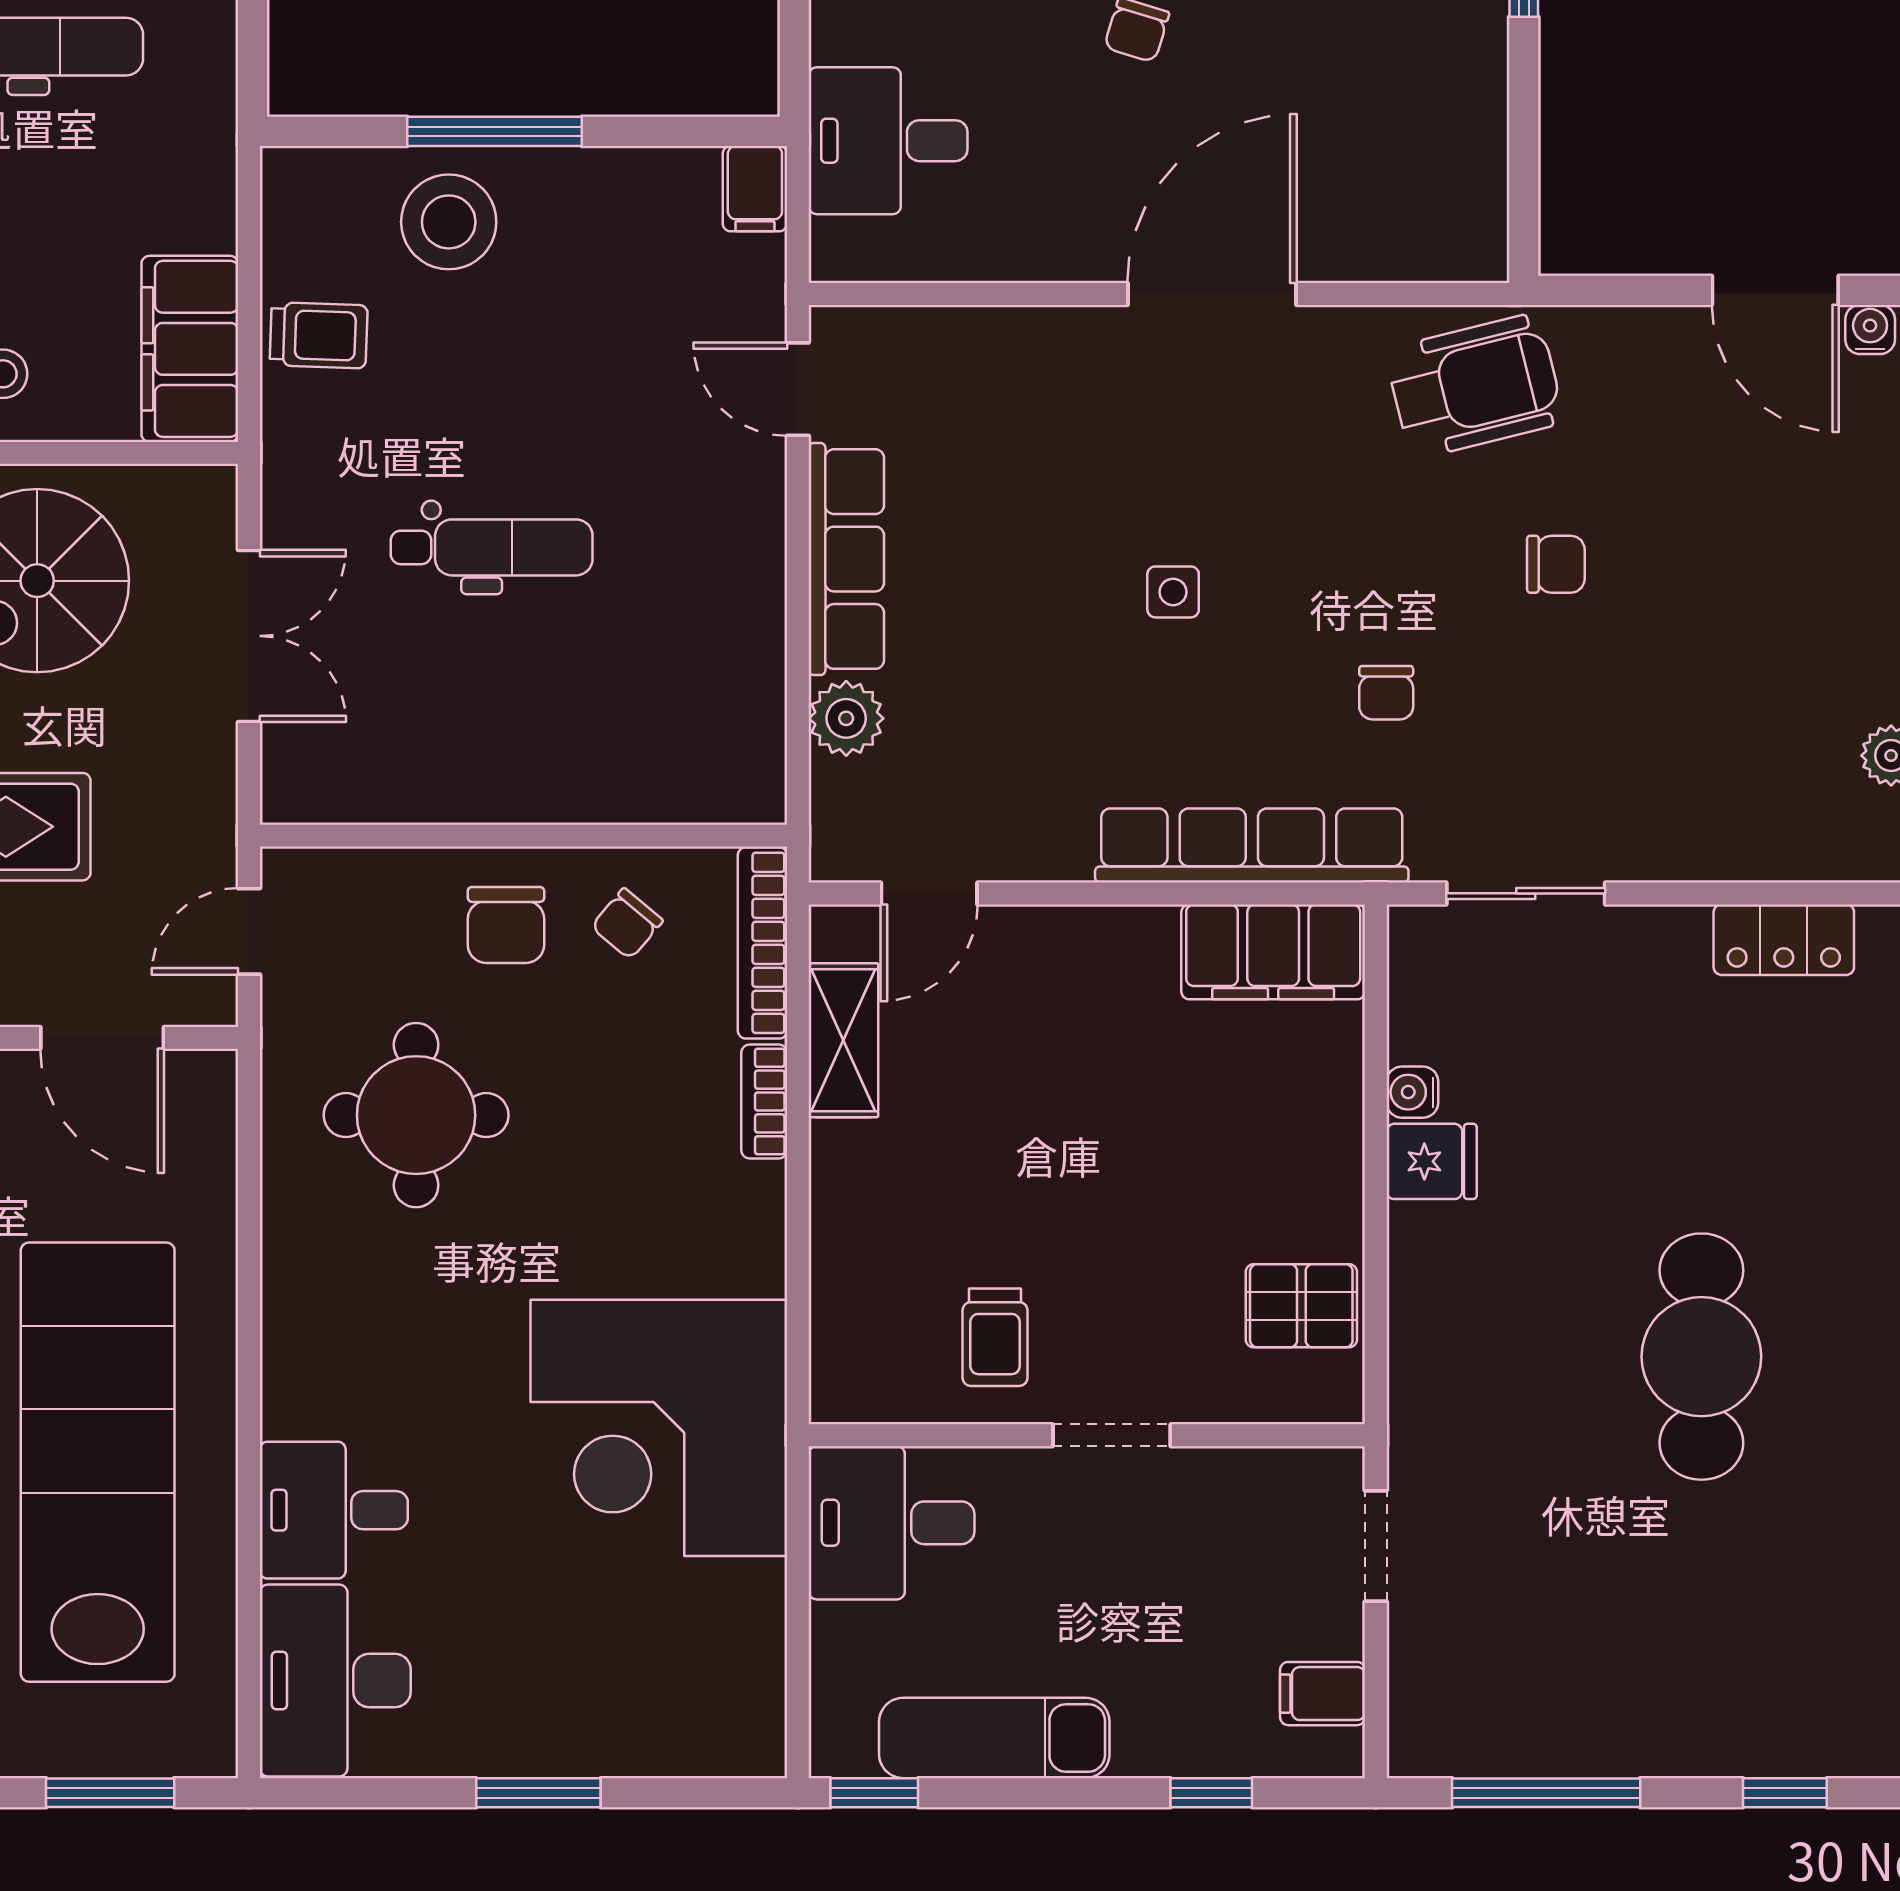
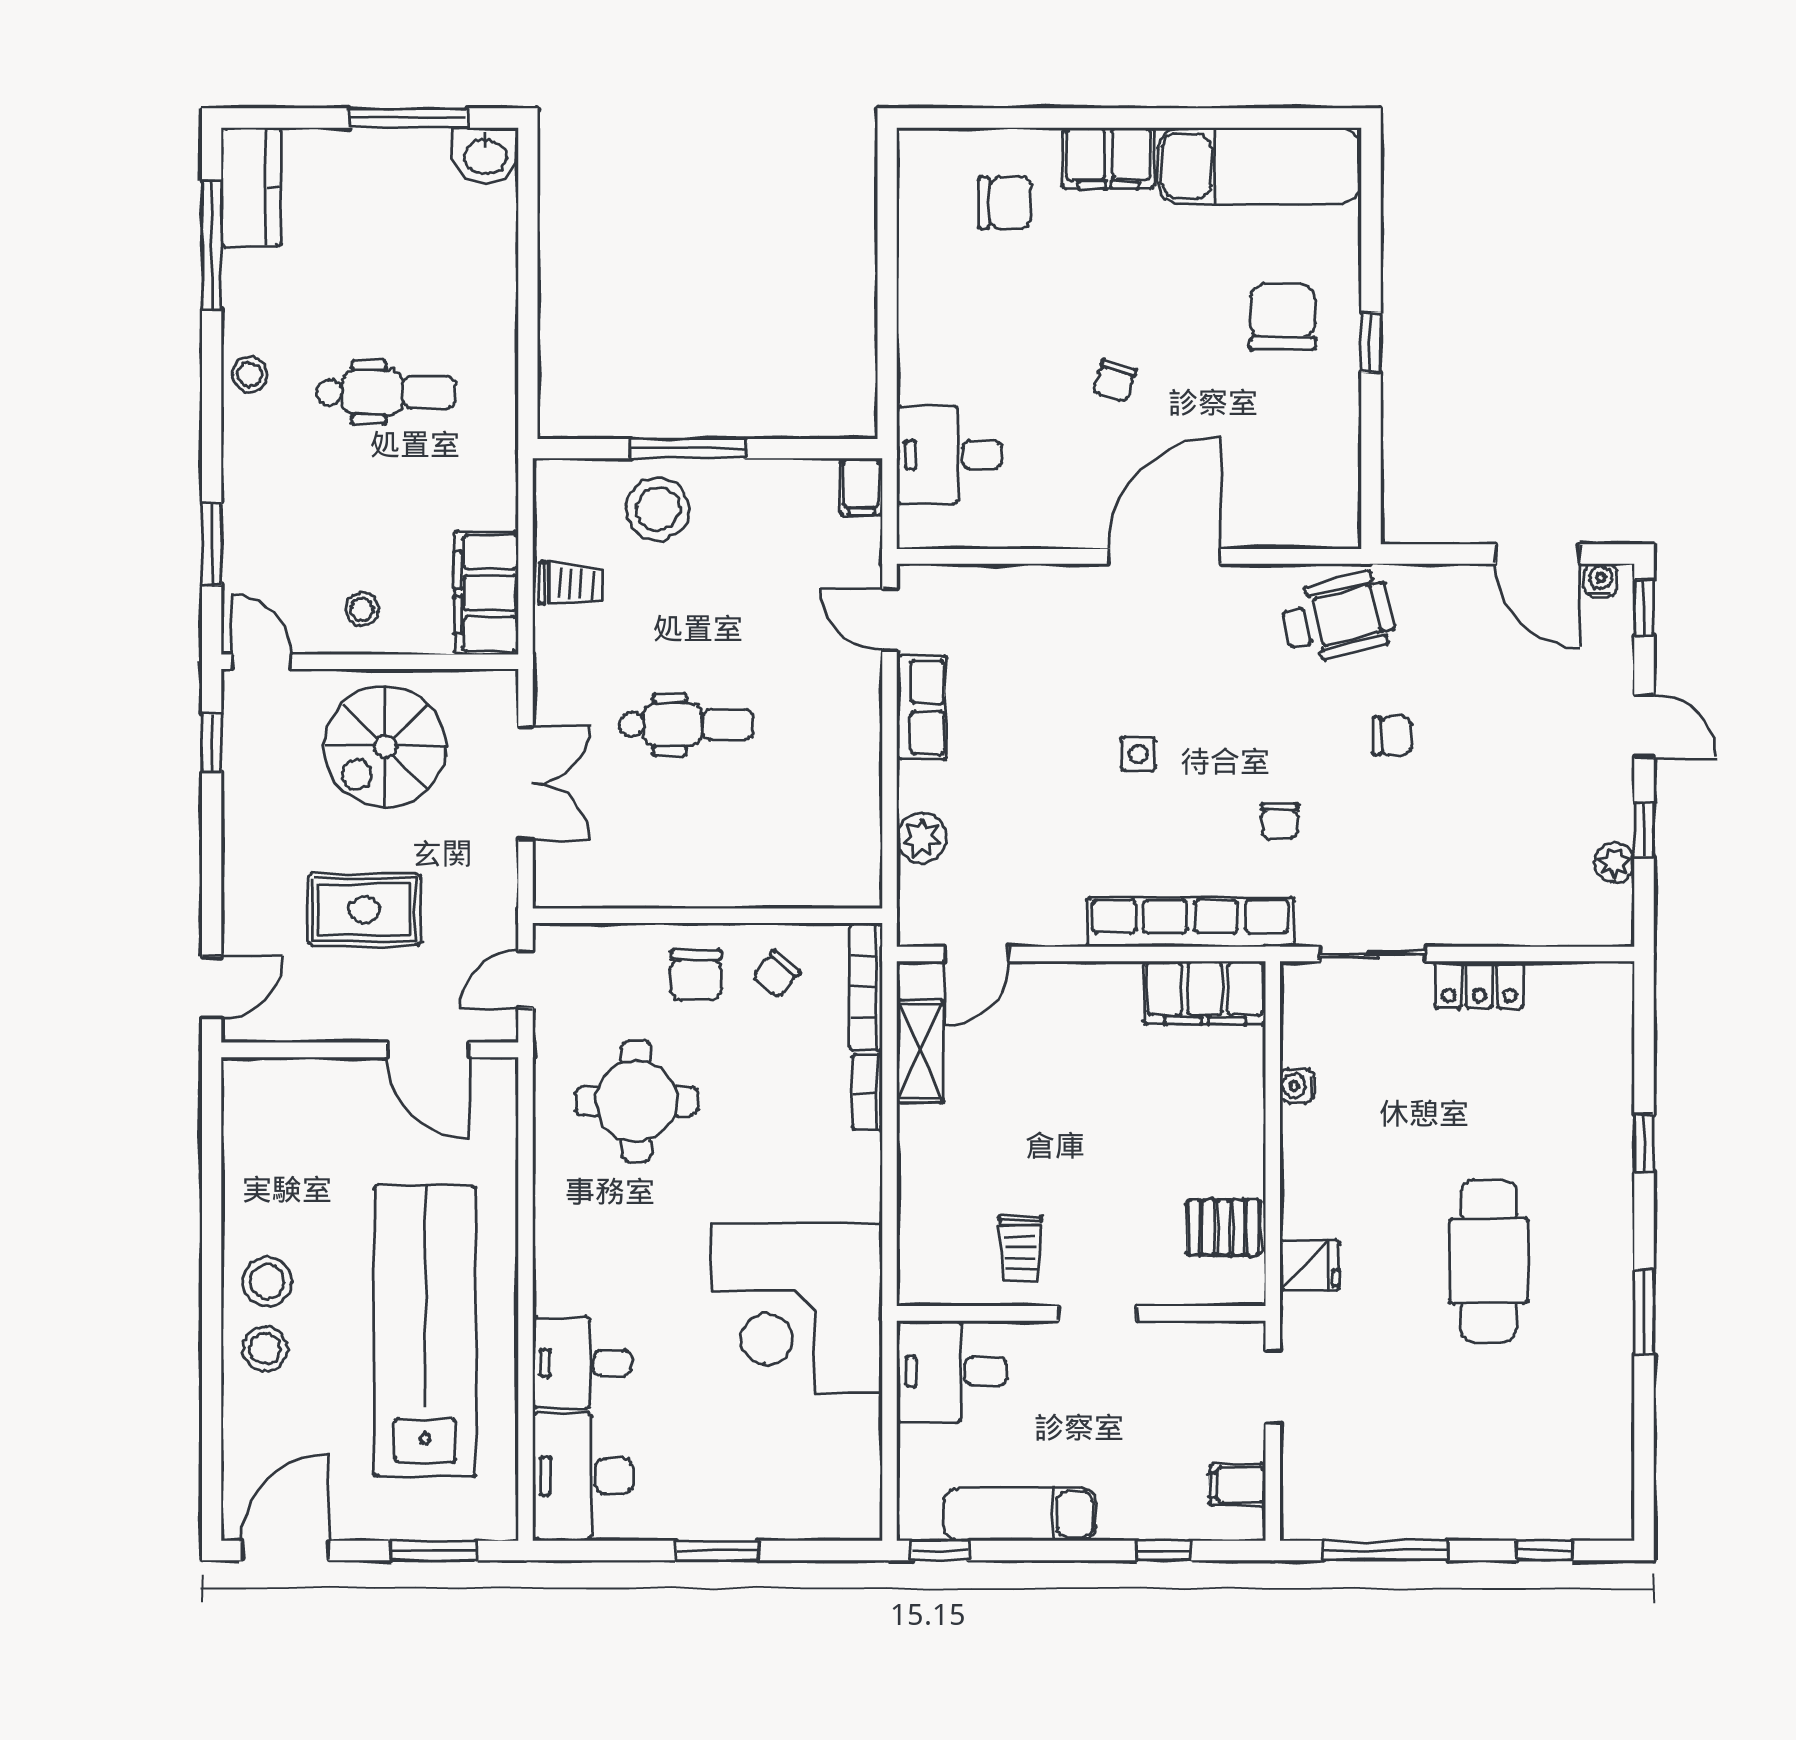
row of seats: (846, 559) -> (922, 707), width x0.68
locker: (1784, 940) -> (1479, 985), moved
fridge: (1432, 1161) -> (1310, 1265), moved

